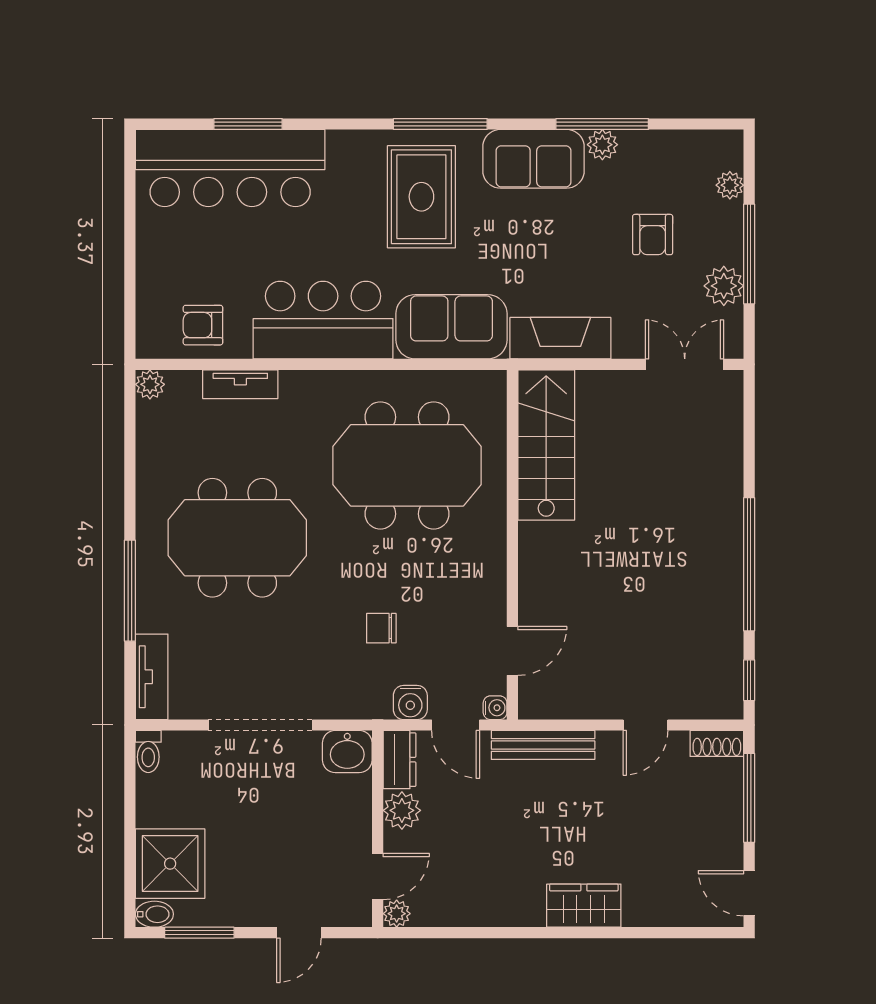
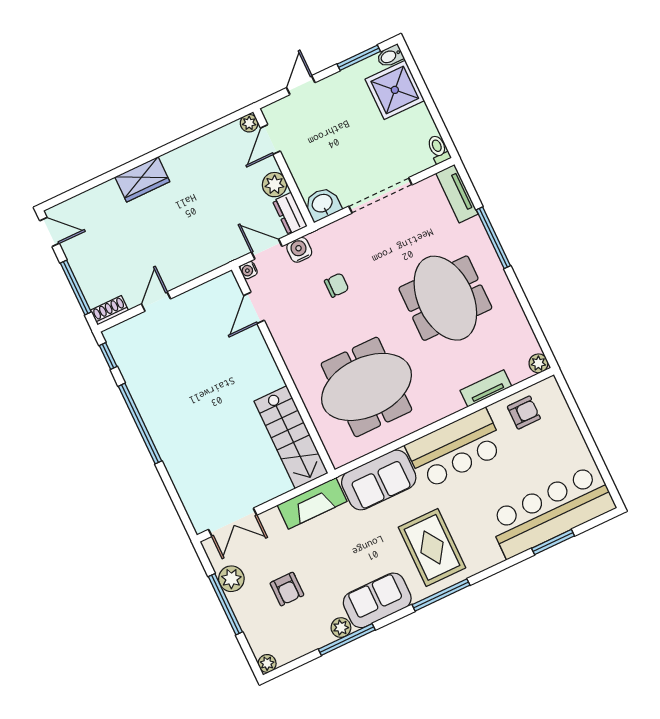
plant: (730, 185) -> (267, 663), moved
armchair: (653, 235) -> (287, 589), turned 180
meeting table: (237, 538) -> (445, 298), turned 90
bench: (543, 745) -> (210, 262), removed

